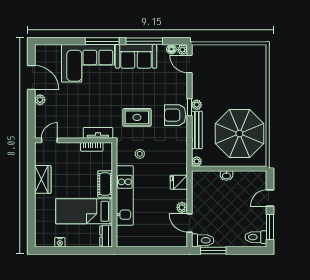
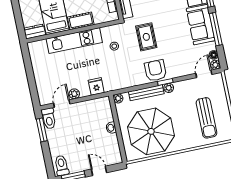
sun lounger: (237, 71) -> (206, 118), added

